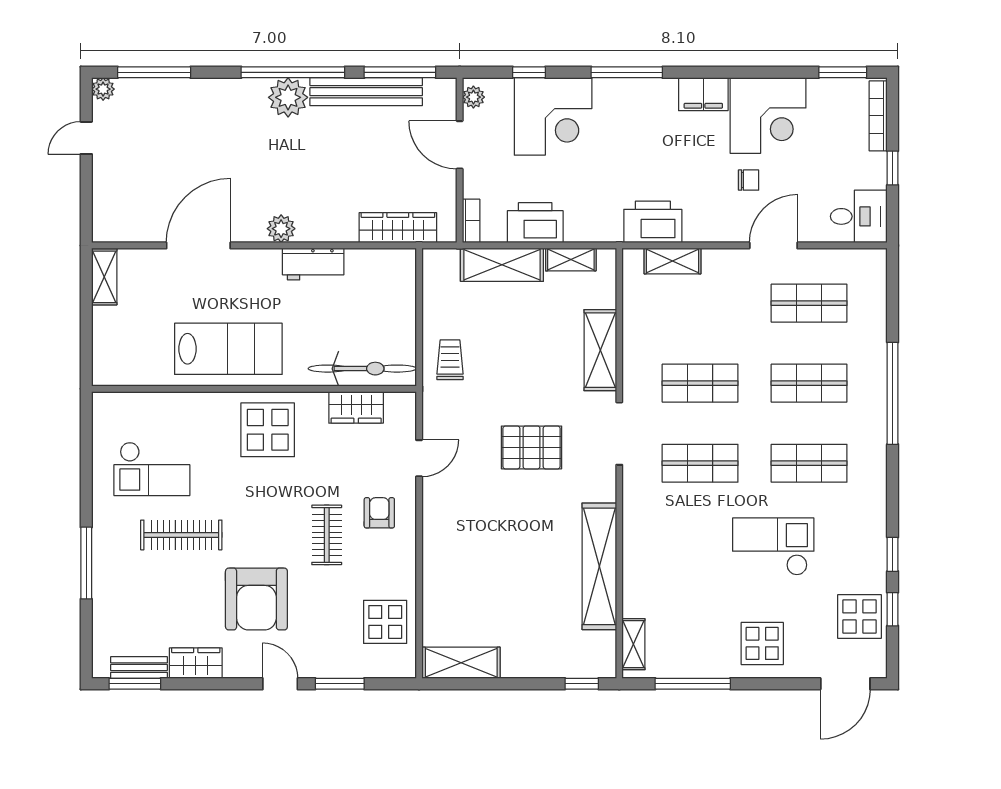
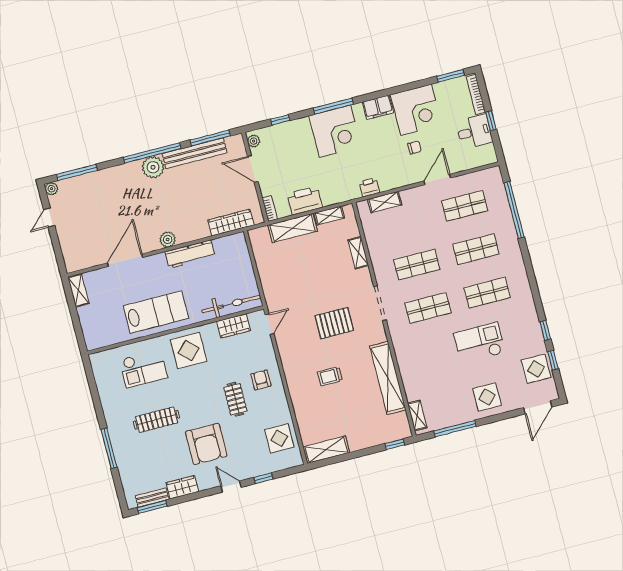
corner desk: (553, 116) -> (335, 131), moved
desk: (859, 216) -> (474, 132), moved
printer: (653, 222) -> (369, 187), width x0.53, depth x0.68
workbench: (313, 264) -> (190, 254), width x1.37
shelving: (600, 350) -> (358, 253), width x0.67, depth x0.75
trolley: (450, 360) -> (330, 376), moved, turned -90
window: (893, 393) -> (514, 210), moved
door: (419, 458) -> (269, 324), moved
checkout: (152, 469) -> (143, 369), moved
window: (340, 684) -> (263, 478), width x0.67

